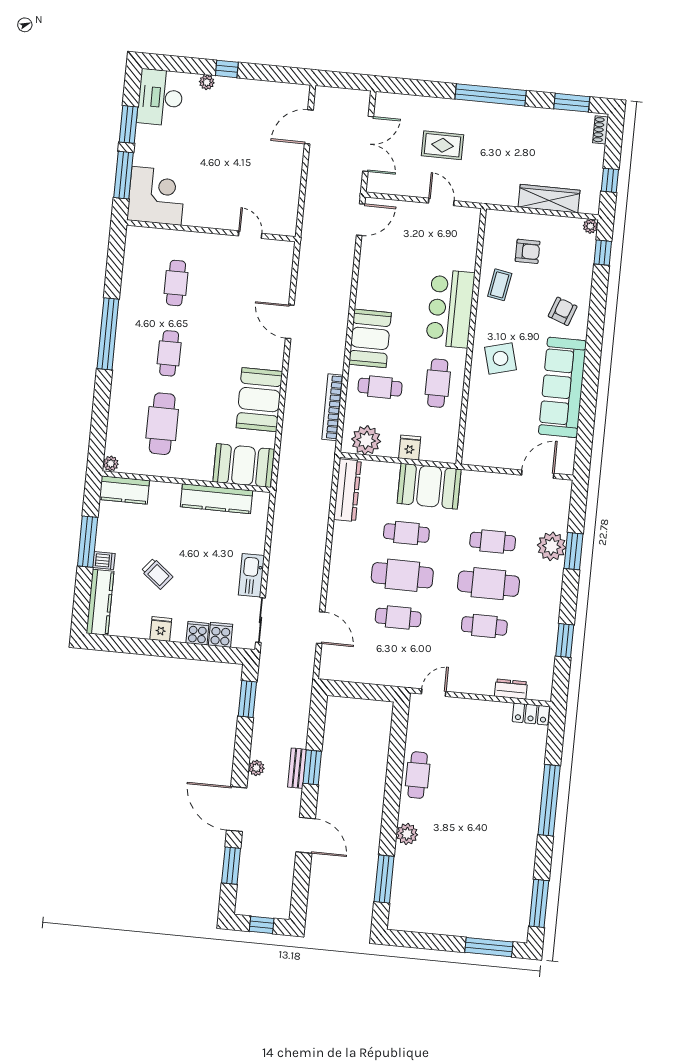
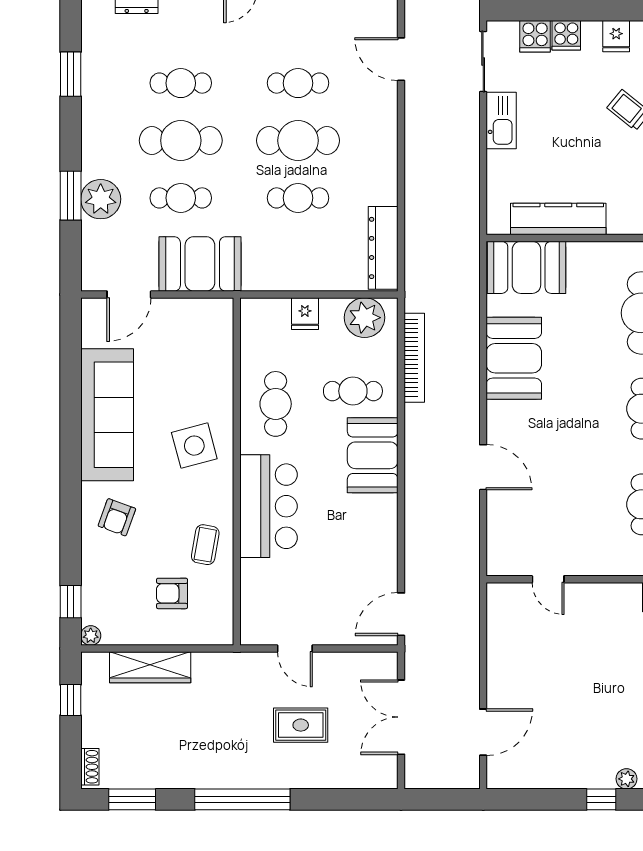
booth: (429, 486) -> (200, 264), moved

